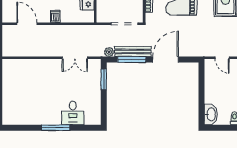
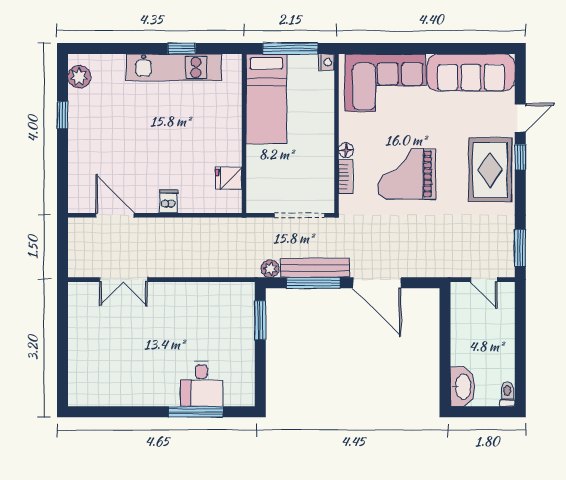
double door: (75, 58) -> (123, 280), moved
door: (166, 59) -> (377, 283), swing flipped
window: (56, 128) -> (196, 412), moved

